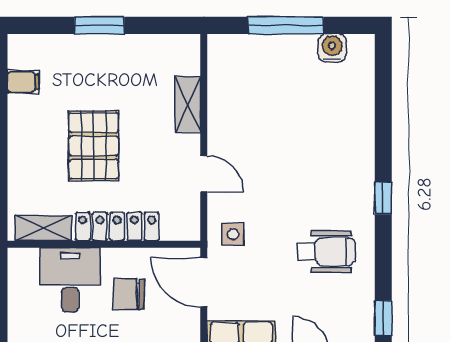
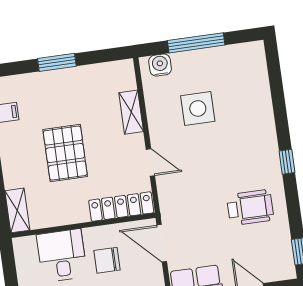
water cooler: (332, 48) -> (160, 65), moved
locker: (117, 227) -> (121, 207), moved
shelving: (44, 228) -> (17, 210), moved, turned 90
side table: (233, 234) -> (198, 108), moved, width x1.87, depth x1.87

